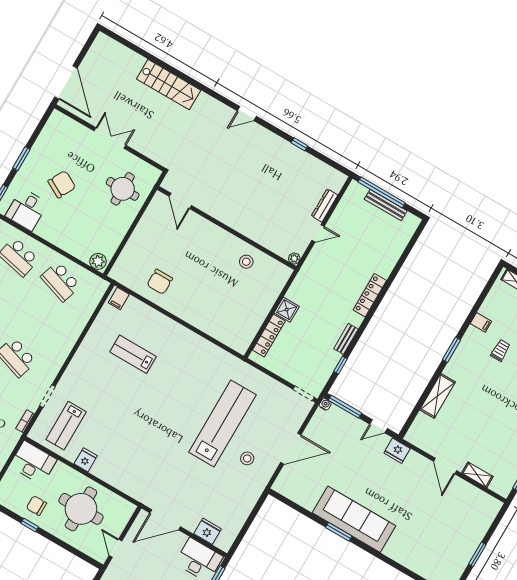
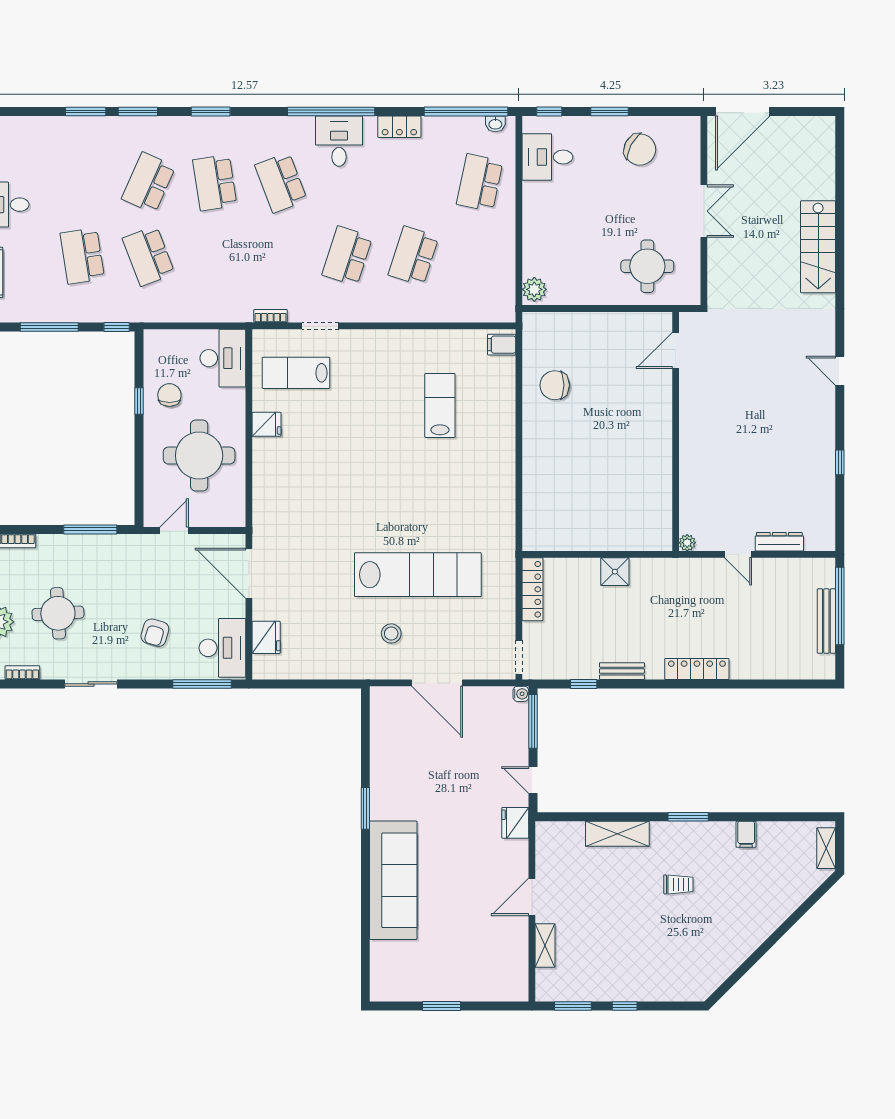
chair: (62, 184) -> (640, 150), moved
stool: (246, 262) -> (647, 483), removed
school desk: (61, 281) -> (413, 256), moved
locker: (269, 336) -> (533, 589), moved, turned -90
trolley: (500, 350) -> (678, 884), moved
sofa: (354, 519) -> (393, 880), moved

